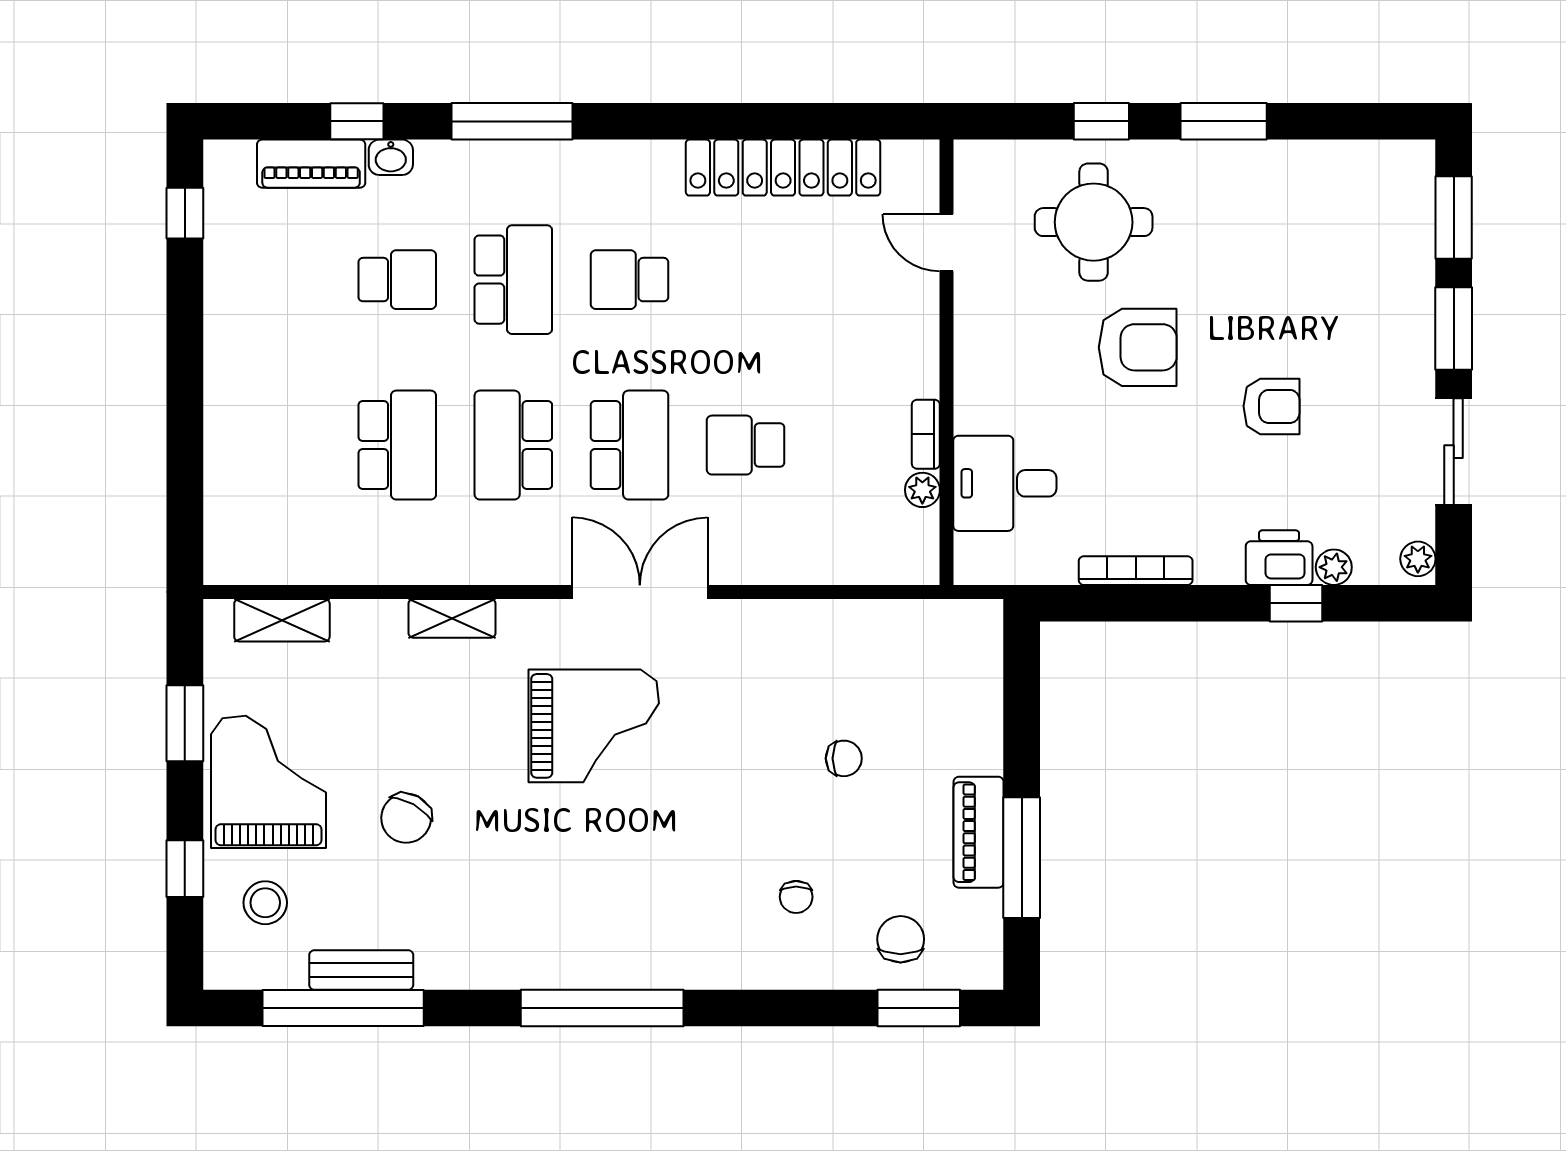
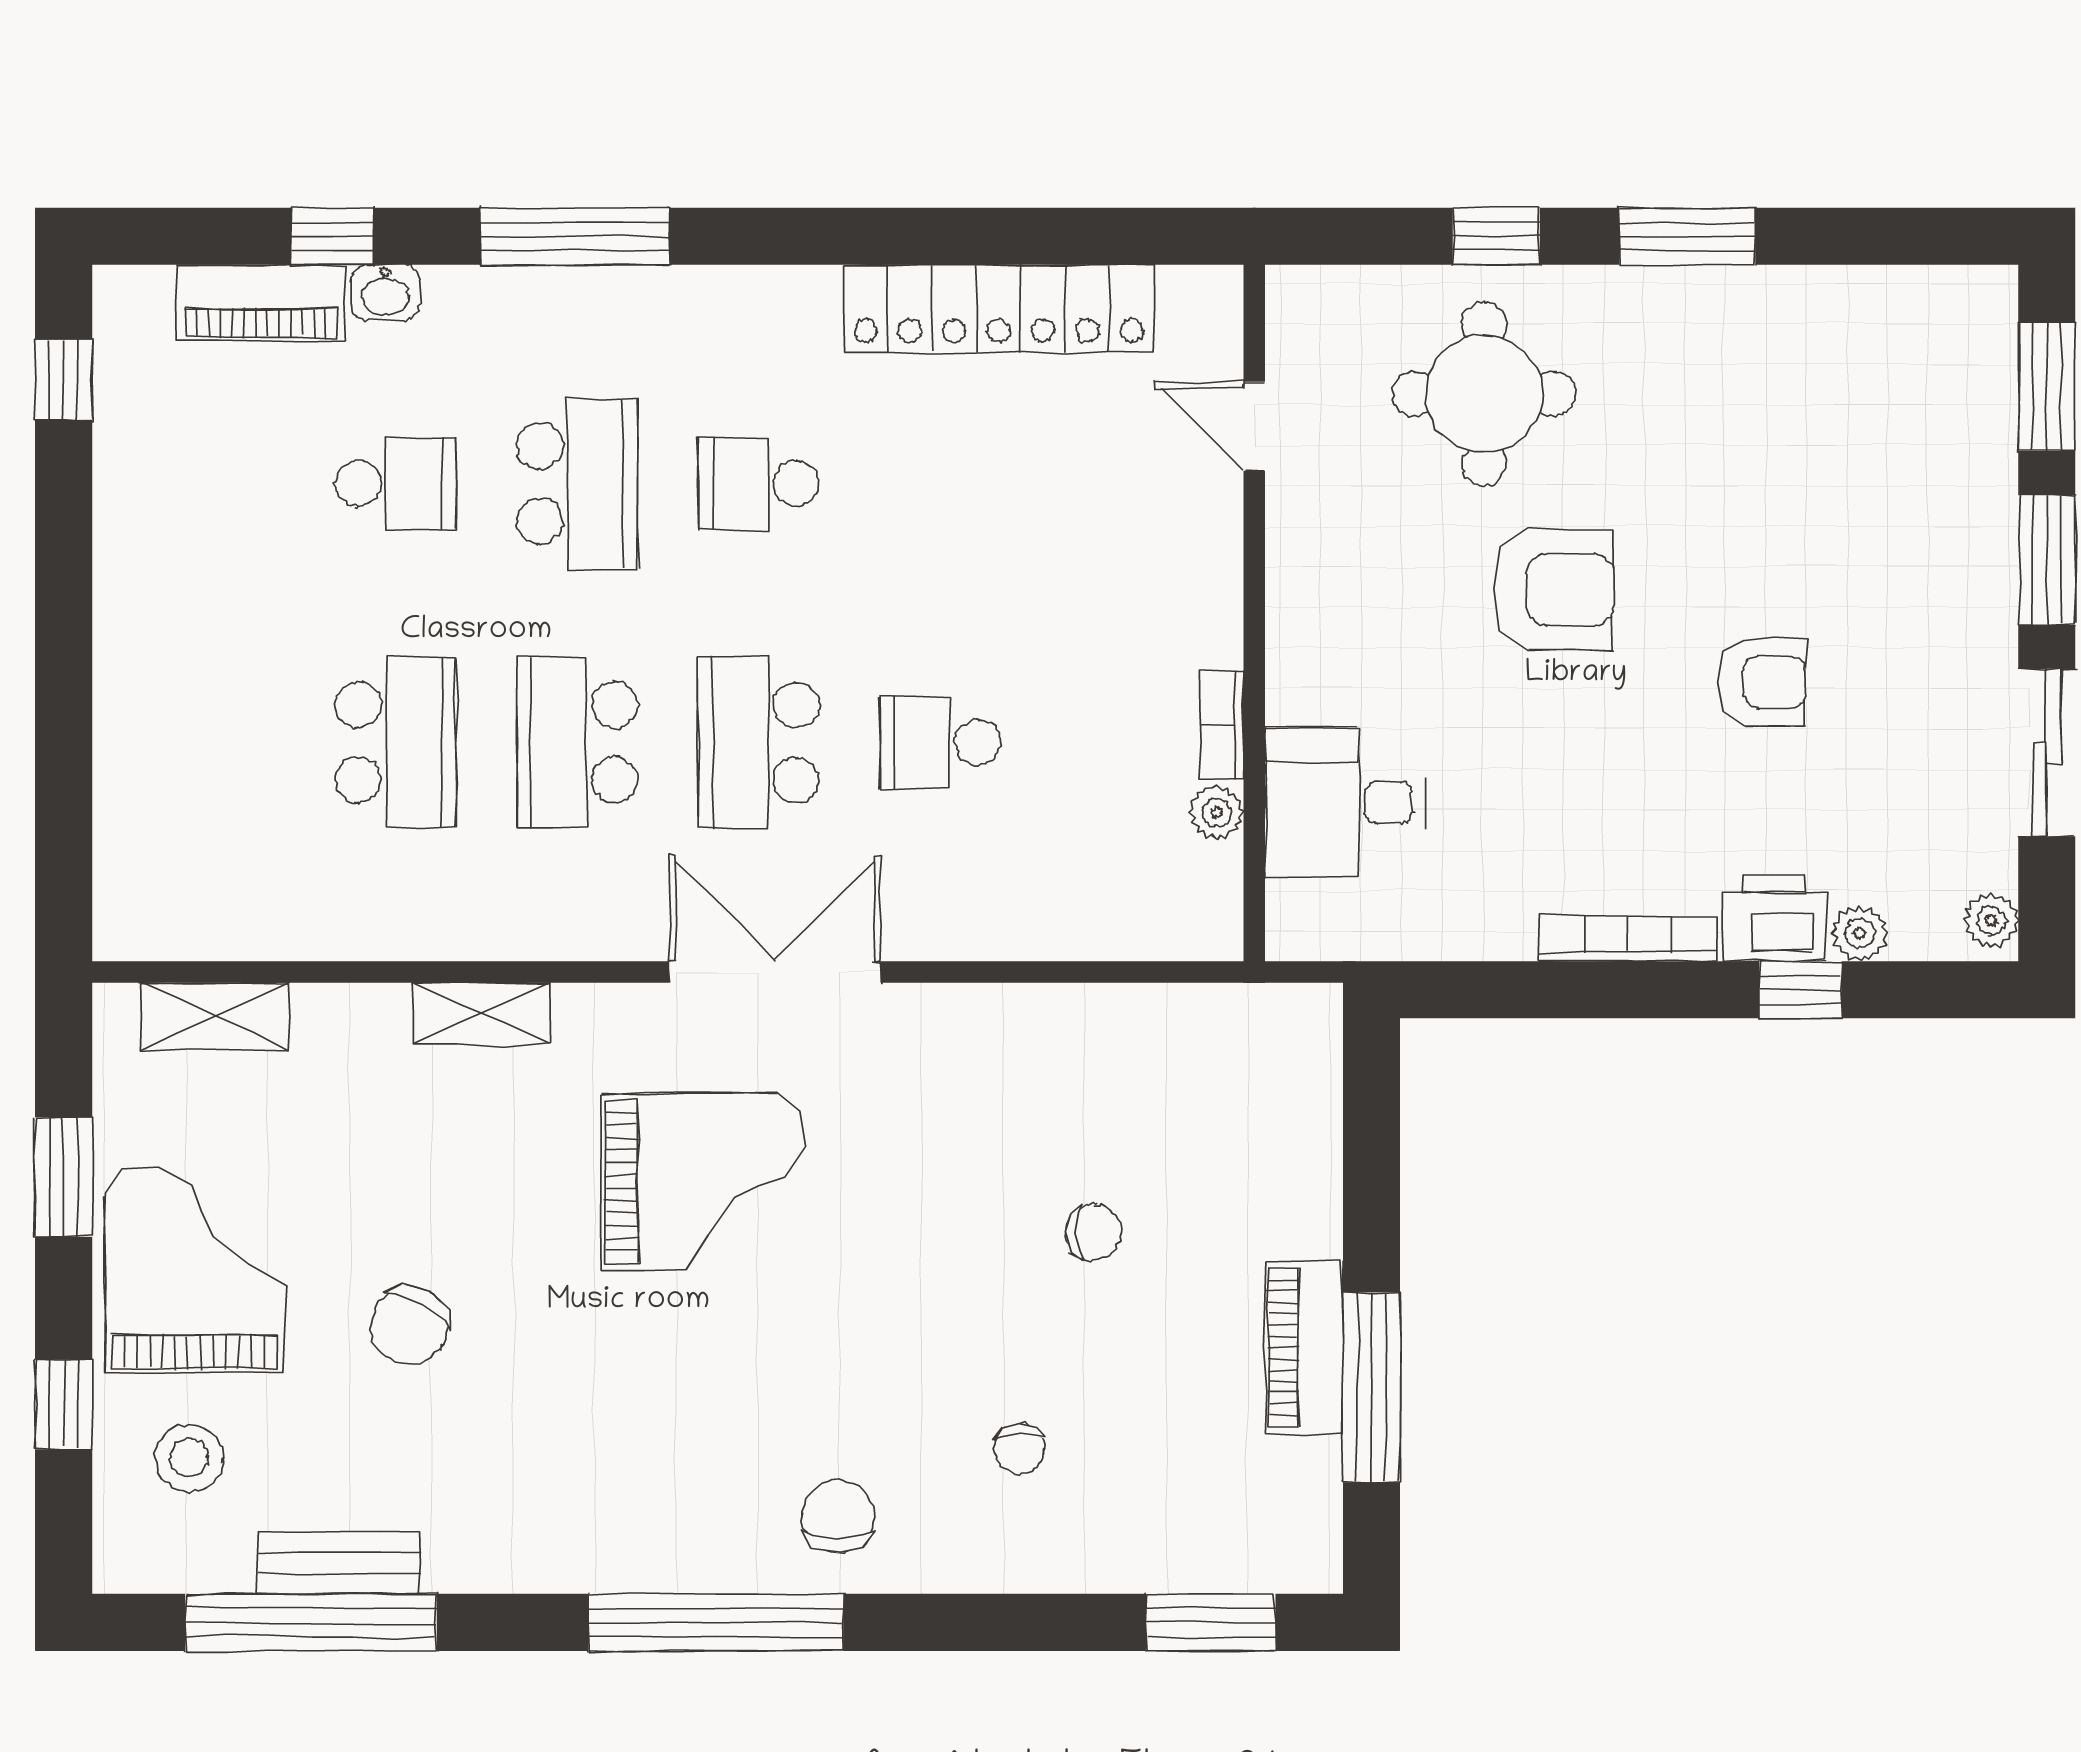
school desk: (629, 445) -> (759, 742), turned 180
bookcase: (1136, 571) -> (1628, 939), moved
chair: (901, 939) -> (838, 1516), moved

